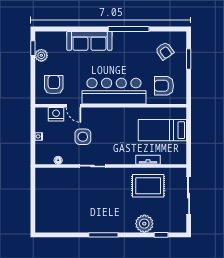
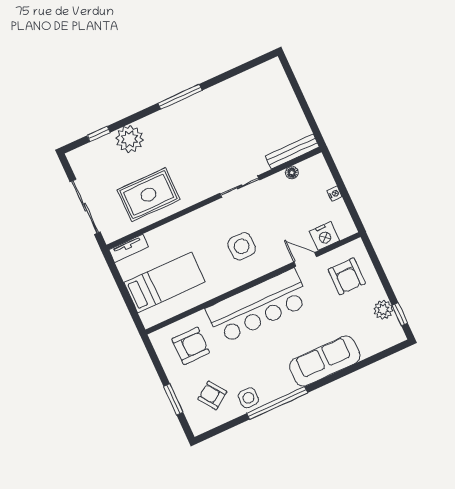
side table: (144, 40) -> (248, 398), added
side table: (83, 137) -> (242, 246), moved
tv unit: (148, 160) -> (129, 248), moved
bench: (52, 172) -> (292, 151), added

